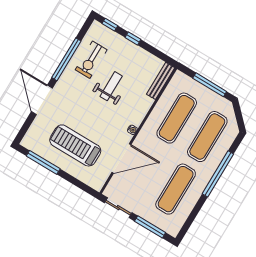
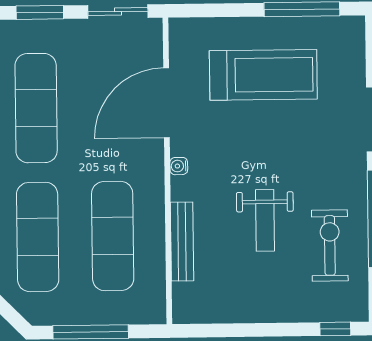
window: (133, 38) -> (279, 330), removed
bench: (161, 81) -> (182, 242), moved
window: (150, 227) -> (40, 12), width x0.69

